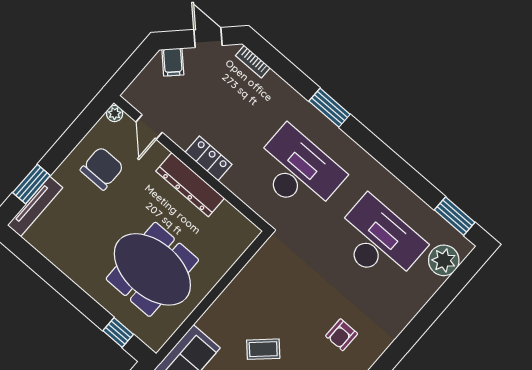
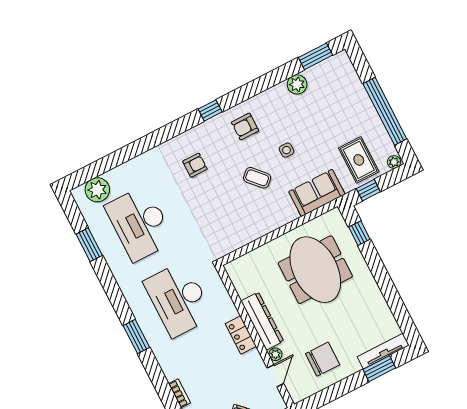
plant: (115, 114) -> (275, 354), moved
chair: (102, 168) -> (323, 359), turned 180
window: (455, 216) -> (89, 245), moved

